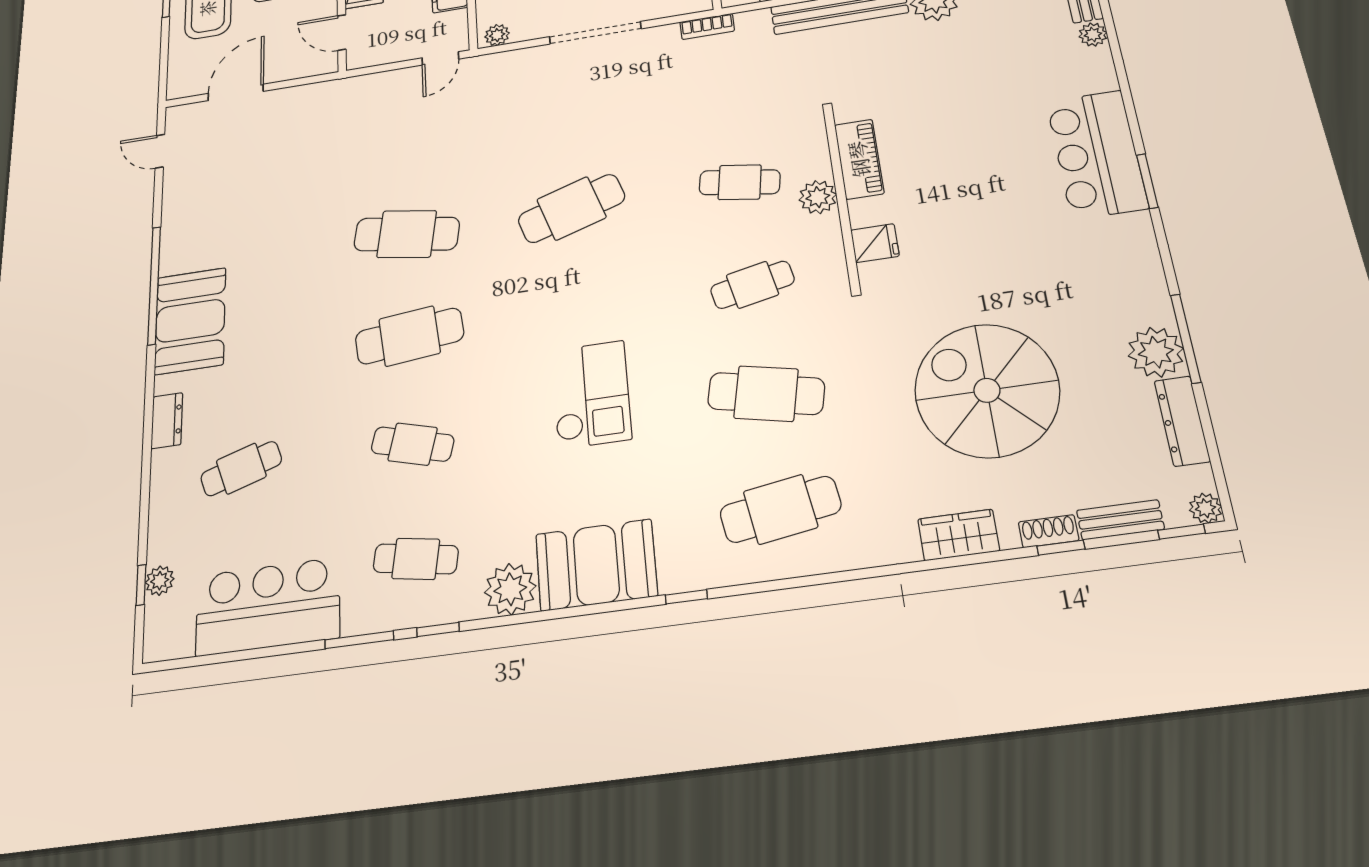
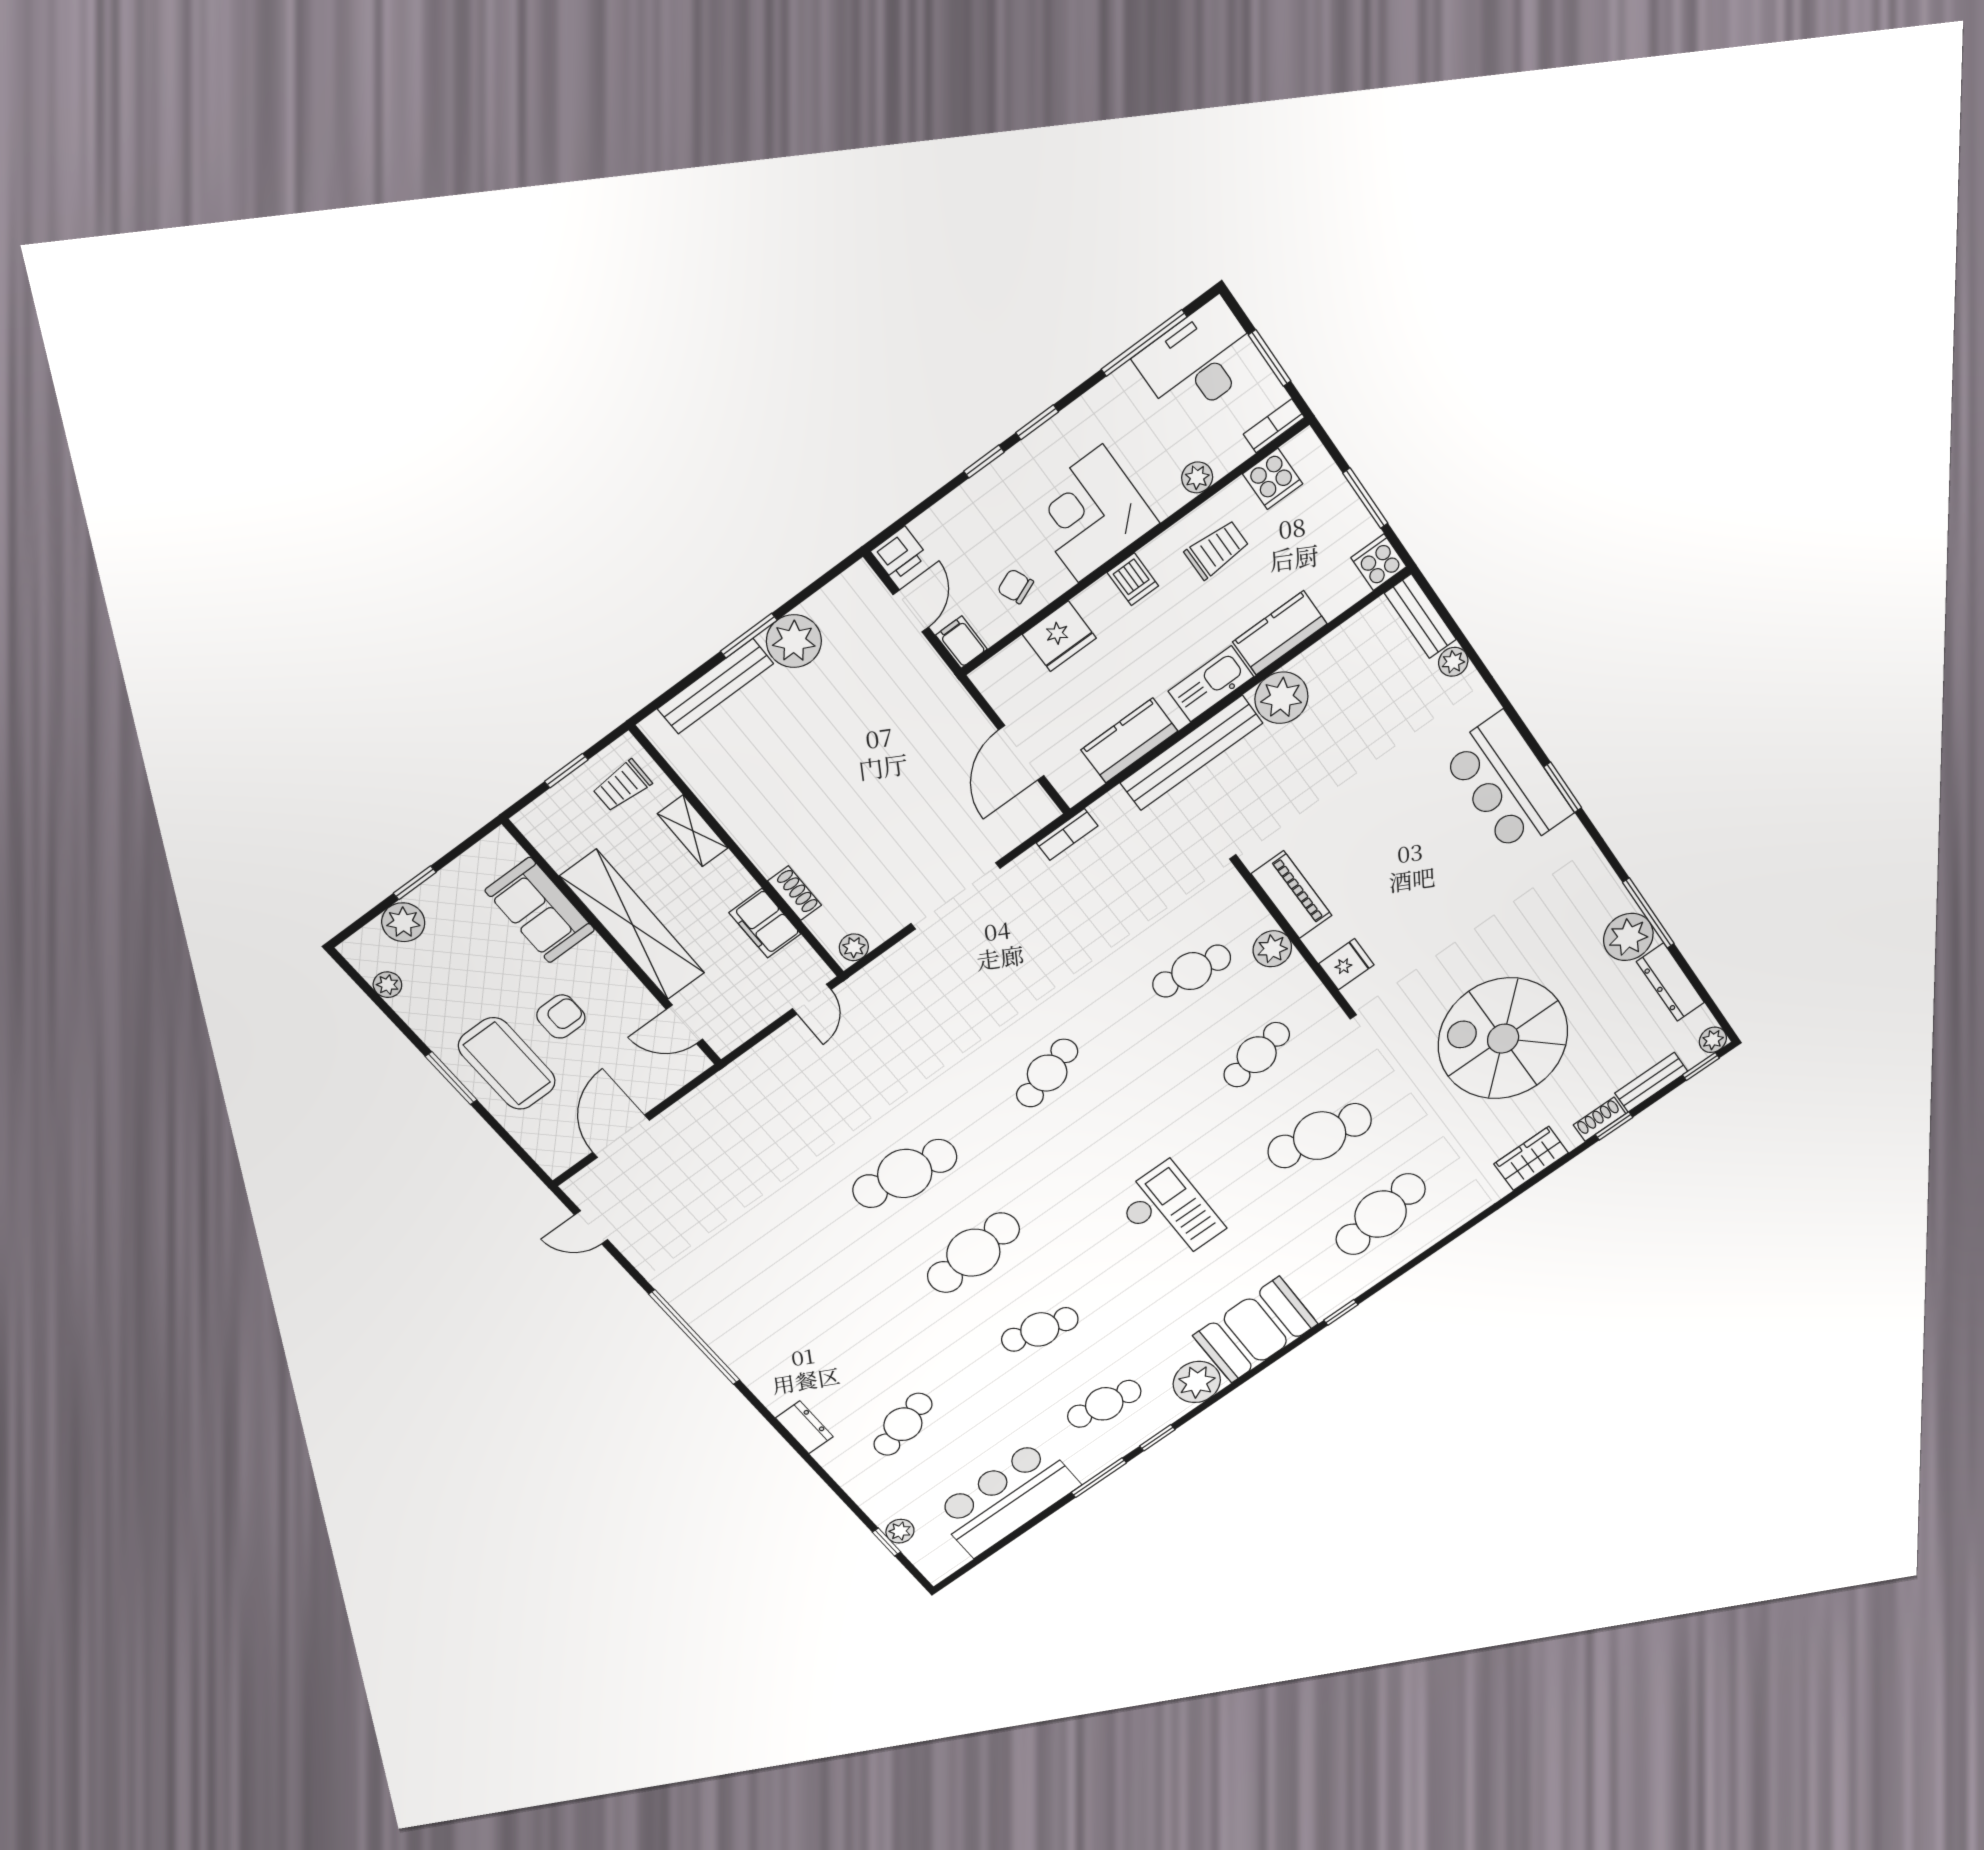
cafe table: (572, 208) -> (1047, 1073), width x0.73, depth x0.74
booth: (190, 321) -> (756, 1346), removed

